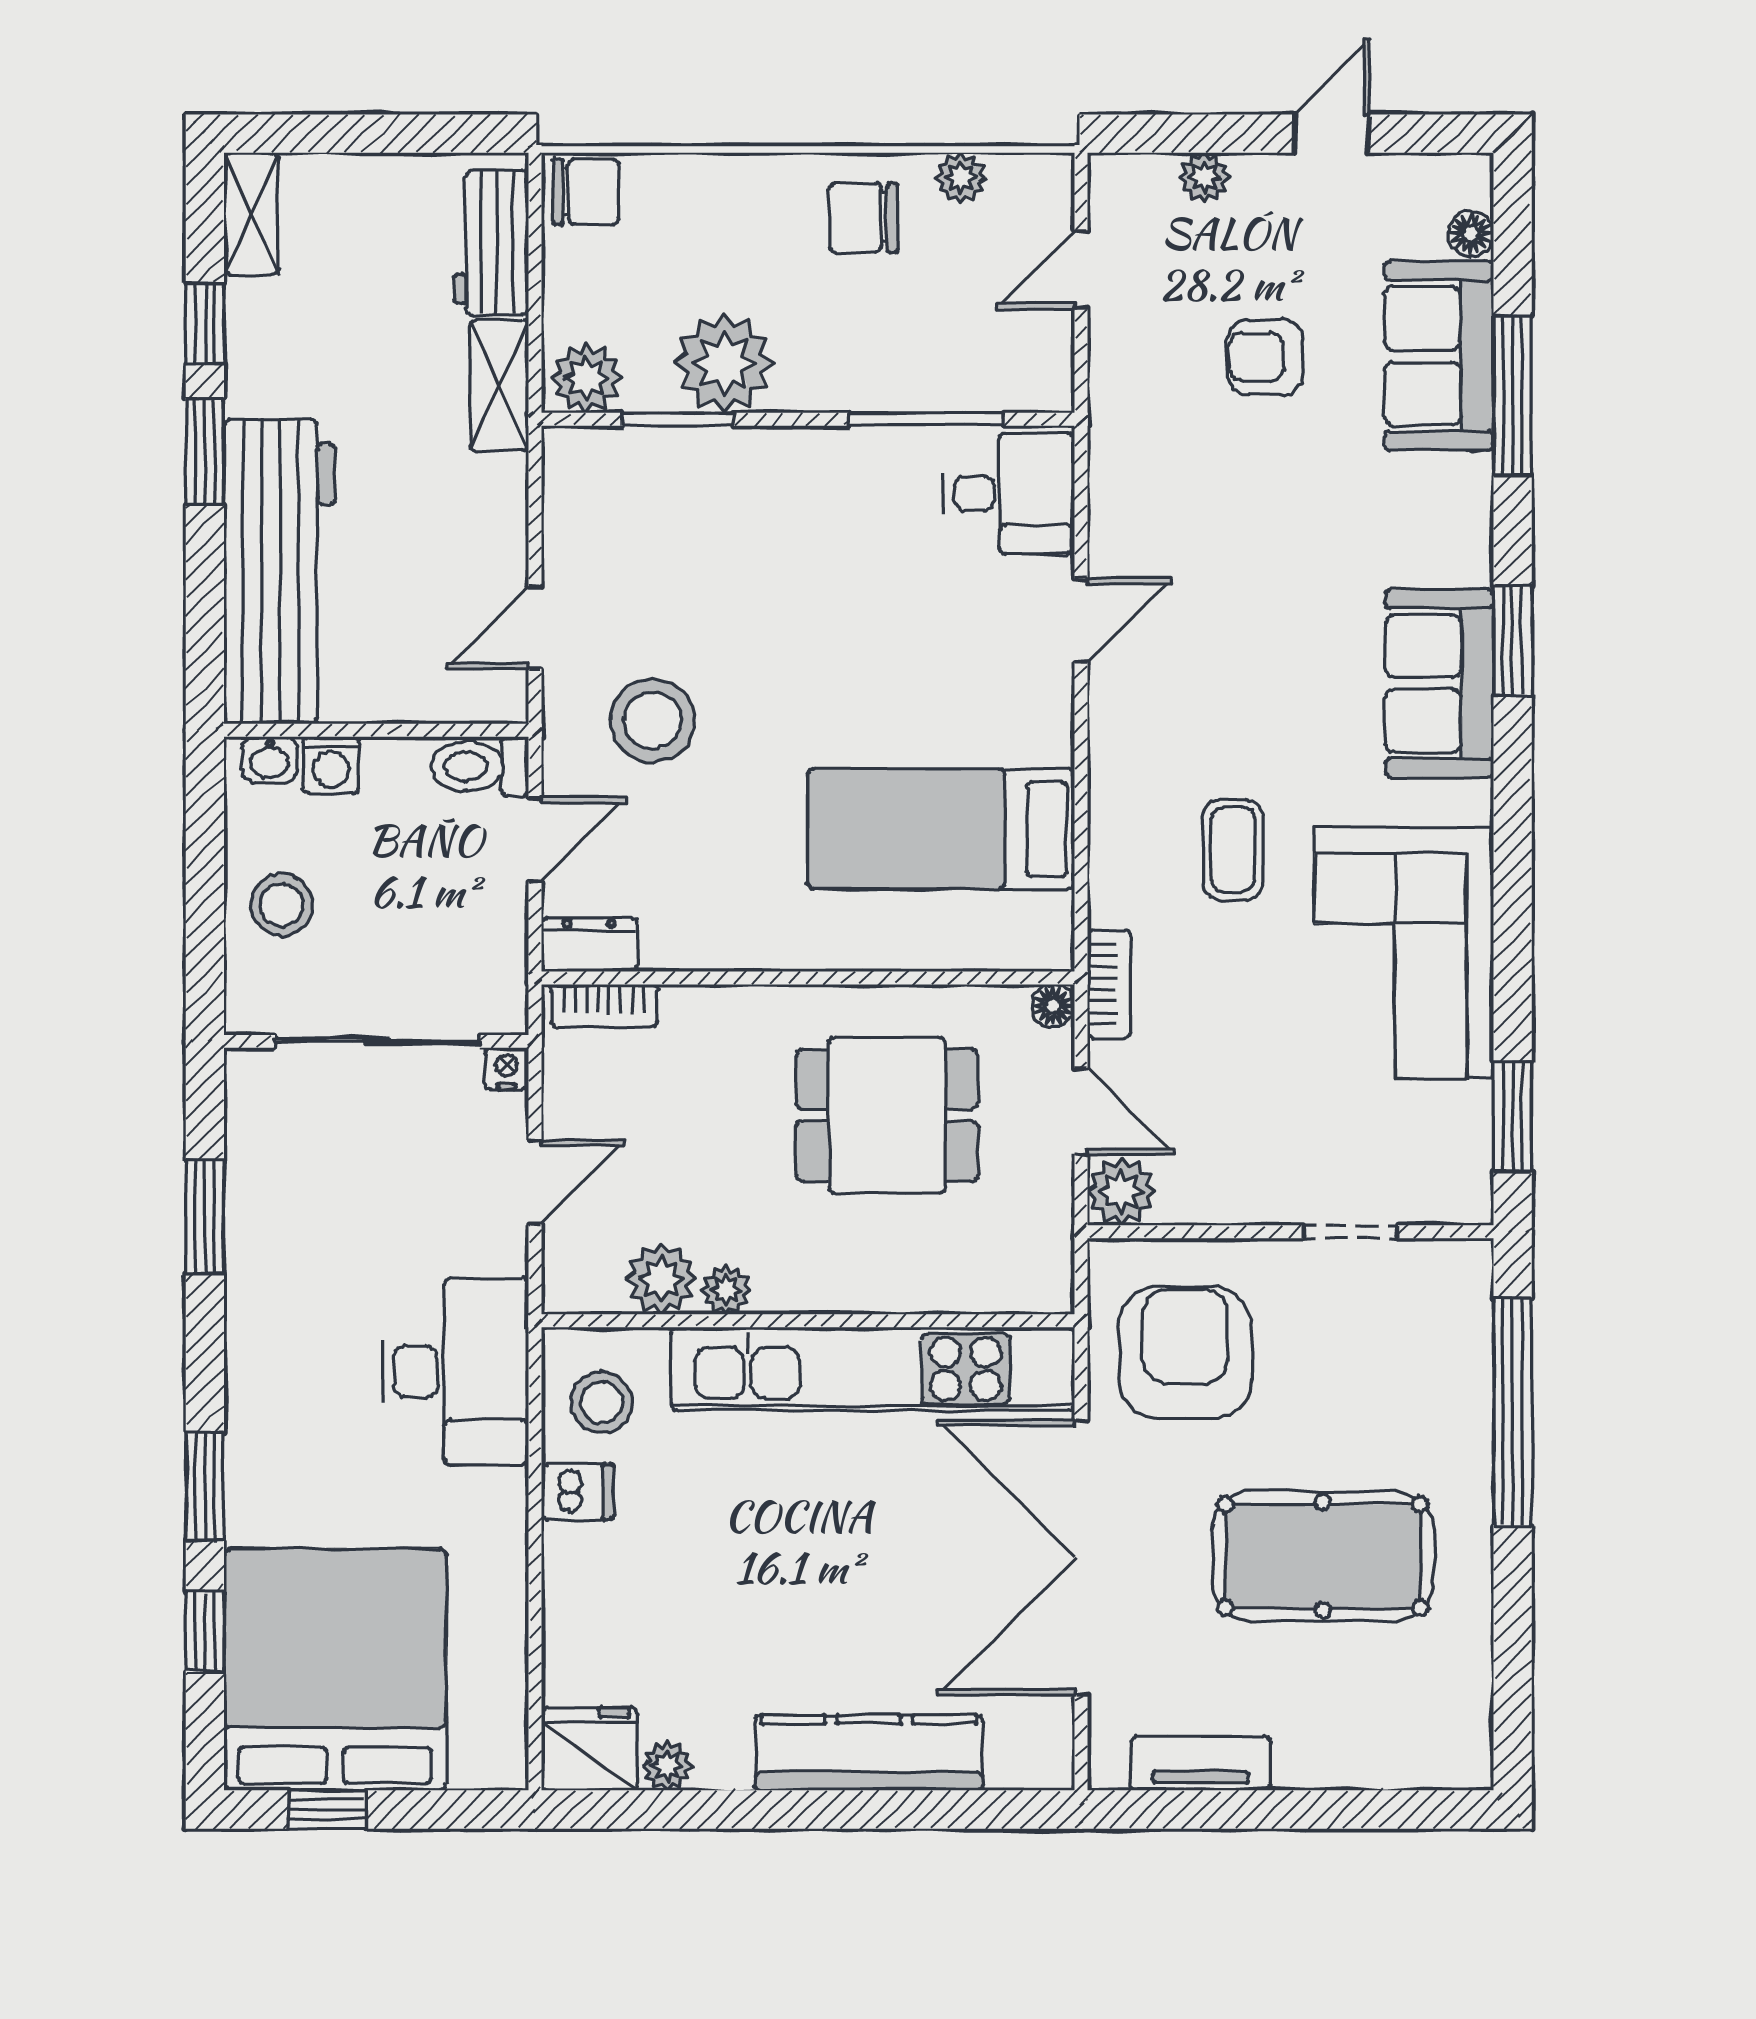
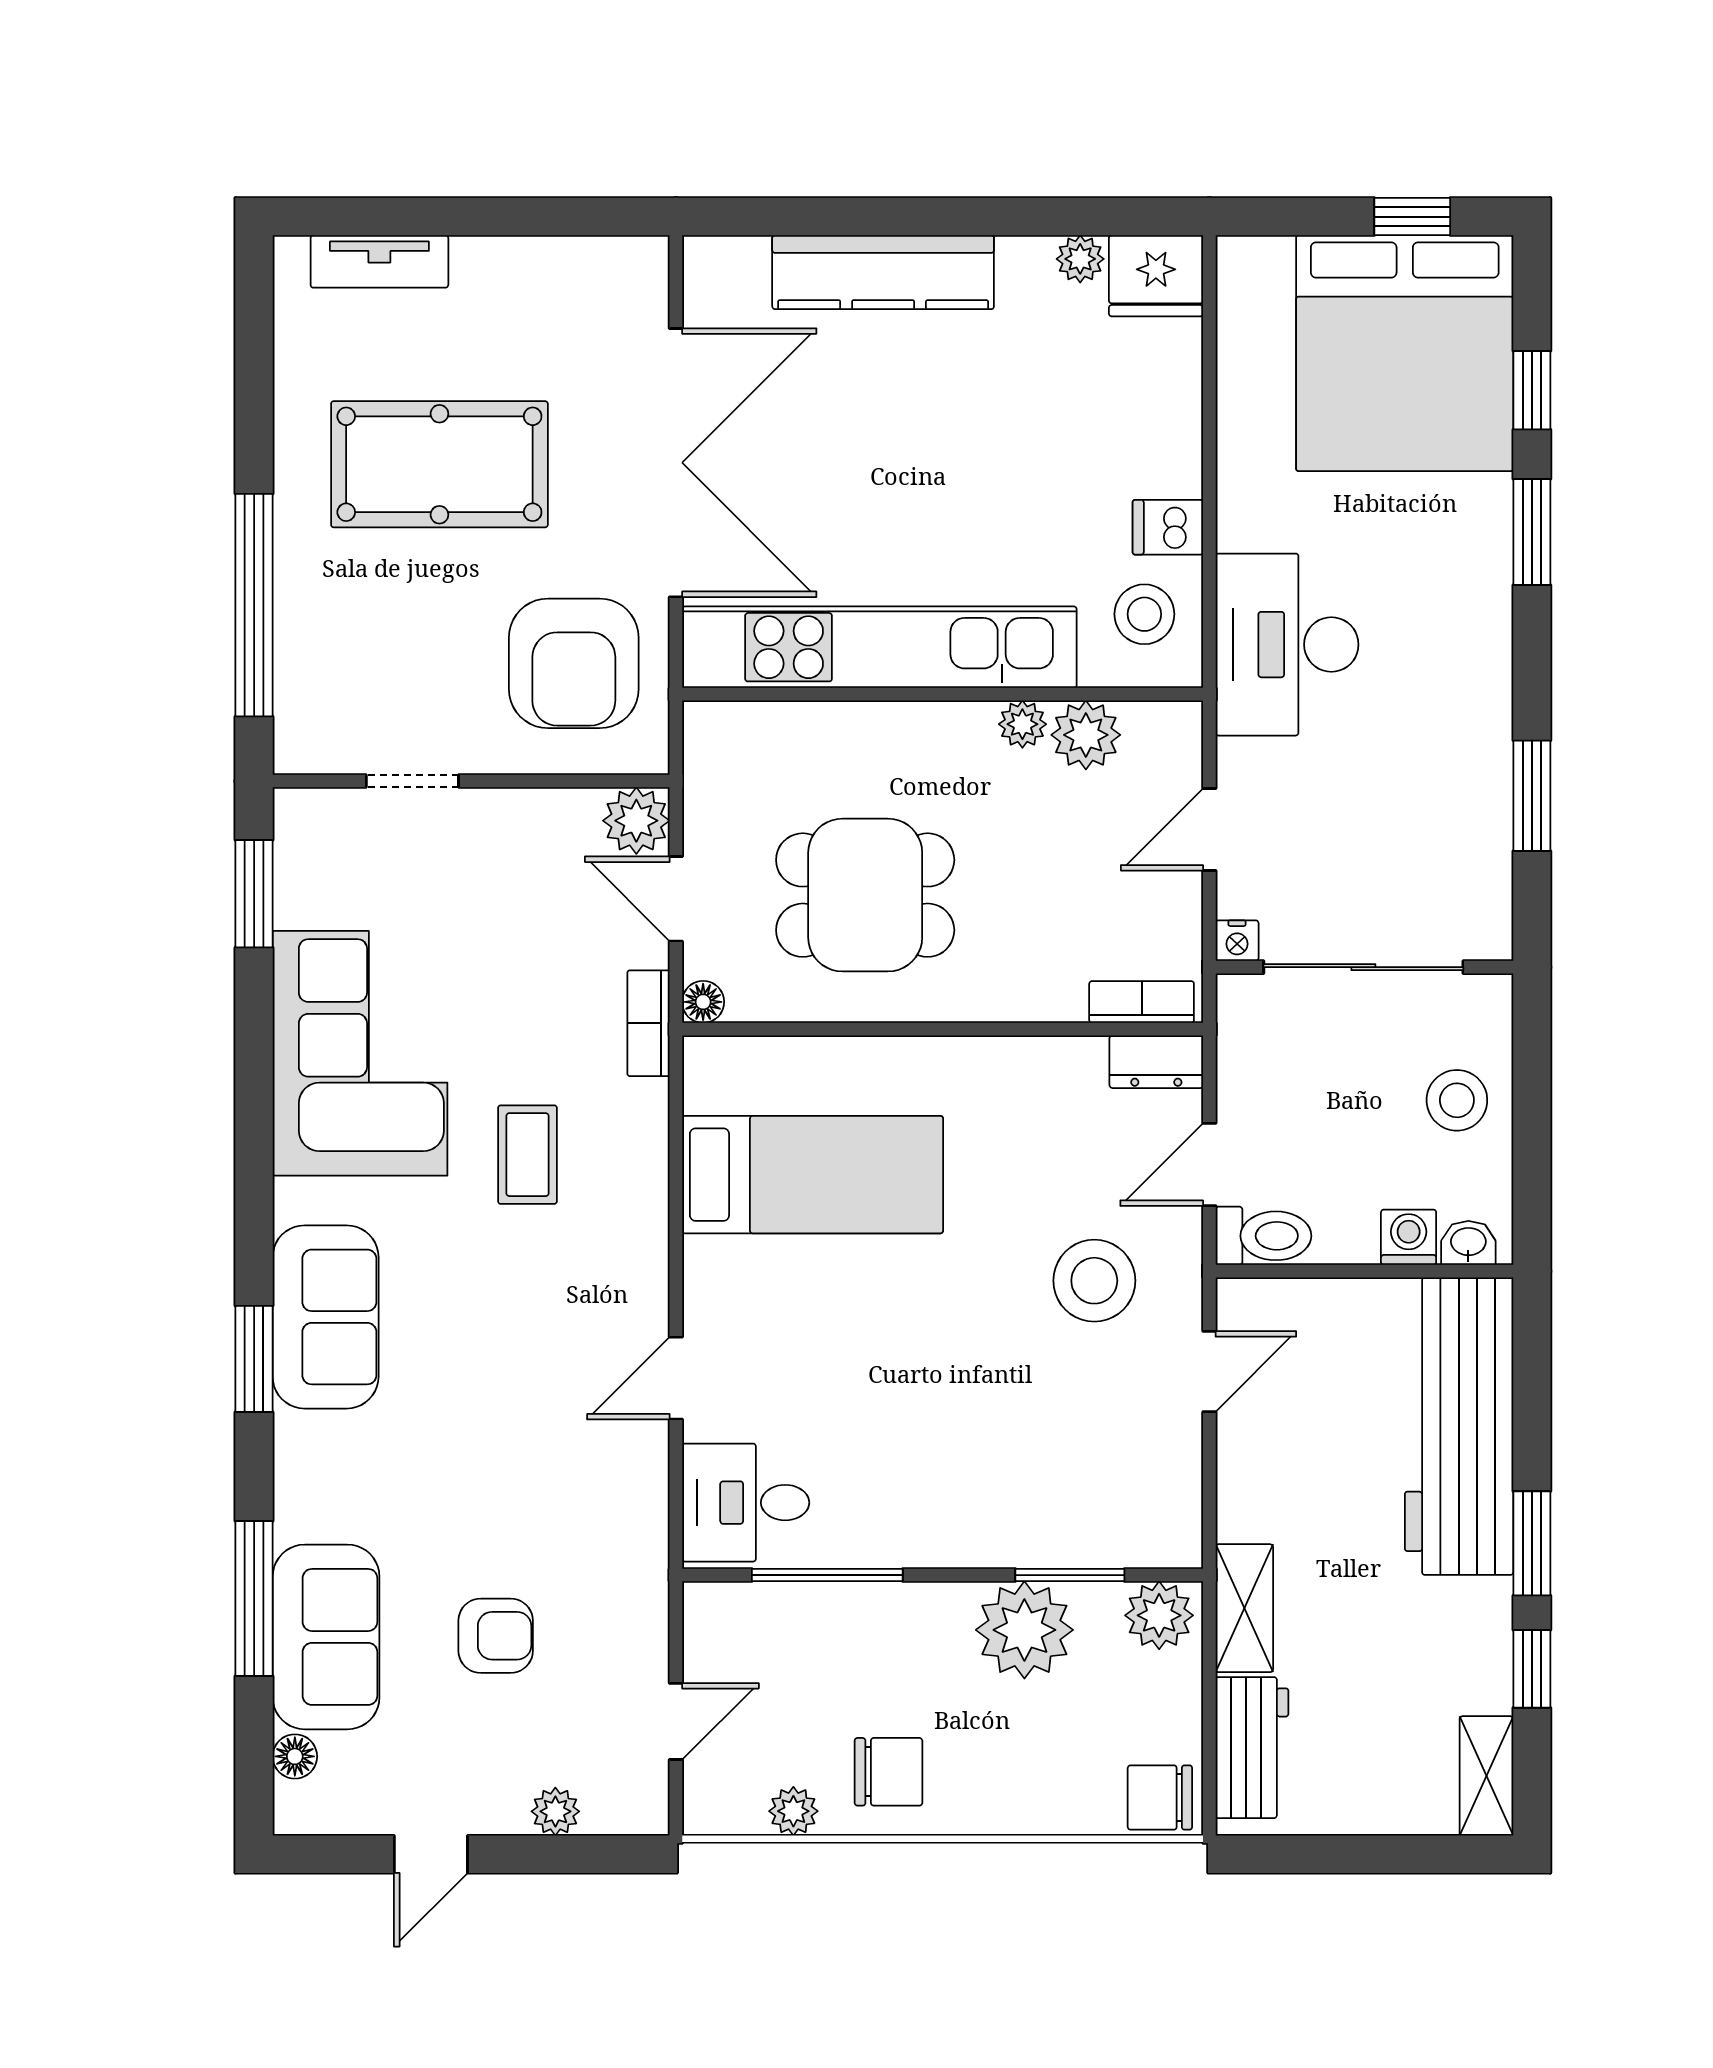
tv unit: (1200, 1764) -> (379, 261), moved

